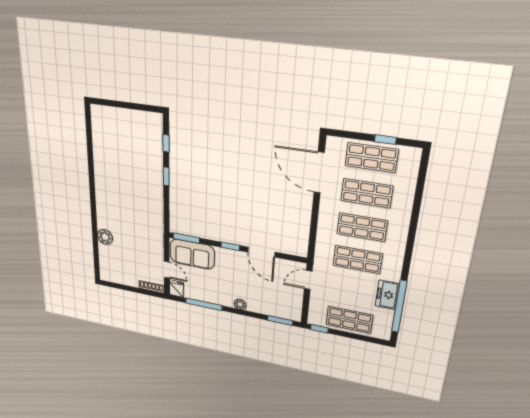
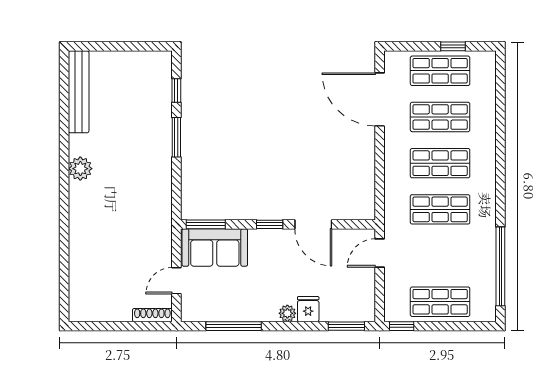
bench: (99, 134) -> (79, 92), added
window: (166, 176) -> (176, 137), width x1.50
plant: (105, 237) -> (80, 169), moved
door: (167, 270) -> (176, 281), swing flipped
fridge: (176, 289) -> (308, 309), moved
freezer: (387, 295) -> (483, 252), removed

